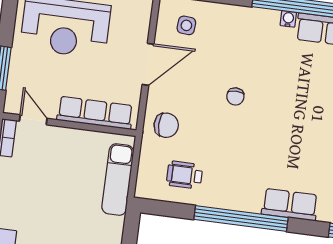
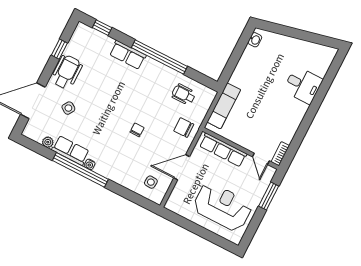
wheelchair: (184, 175) -> (184, 94), turned 180

